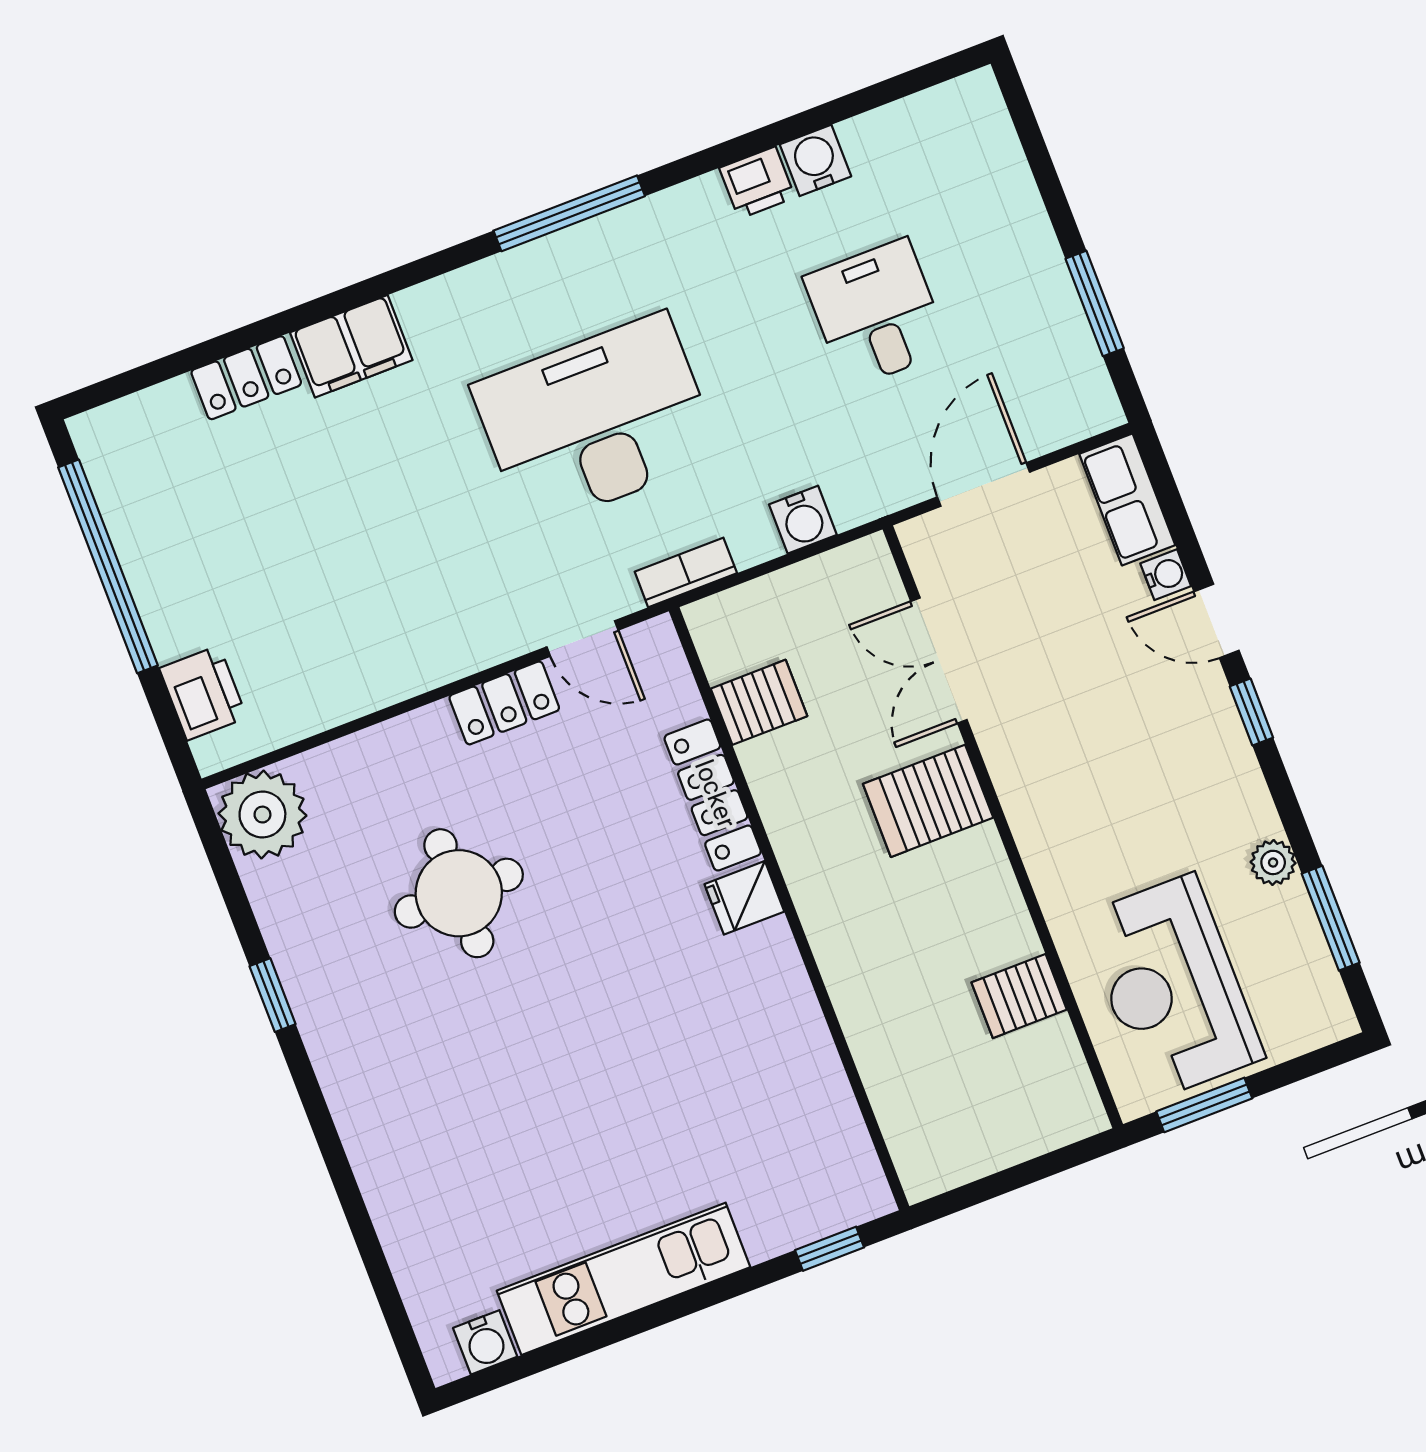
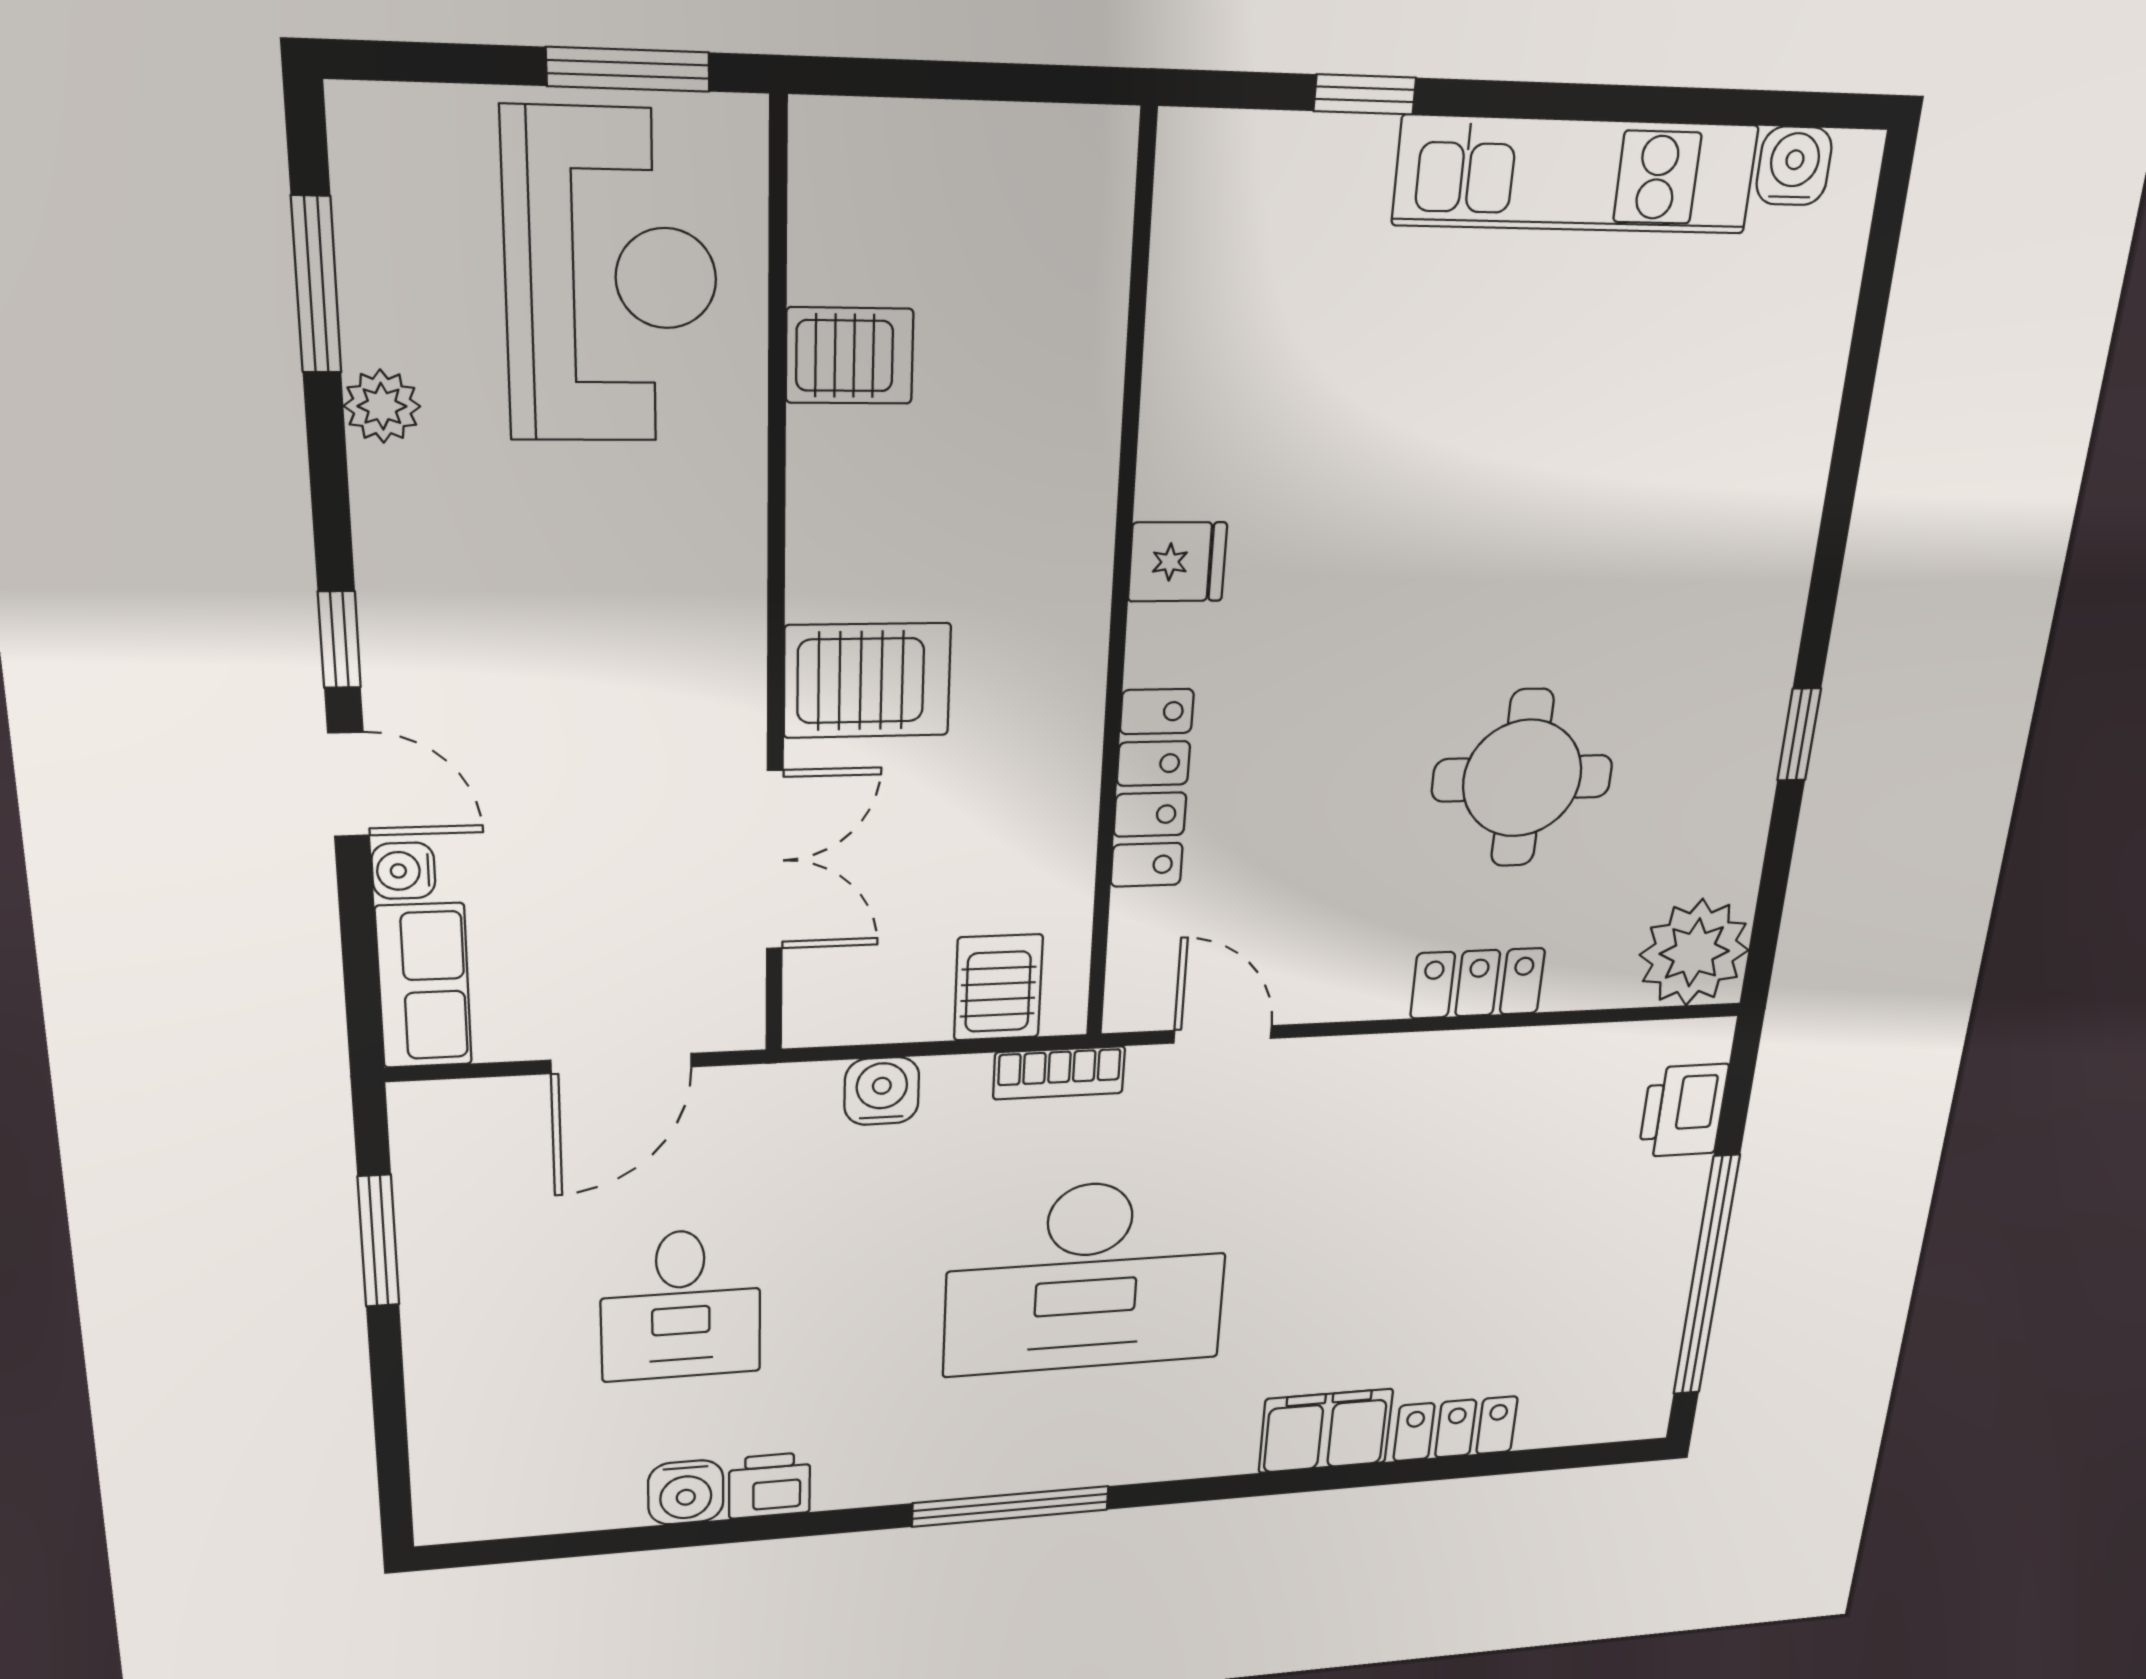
server rack: (759, 702) -> (998, 987), moved, turned 90
locker: (504, 703) -> (1478, 983), moved
fridge: (744, 898) -> (1177, 562), moved
window: (830, 1249) -> (1365, 94), moved

